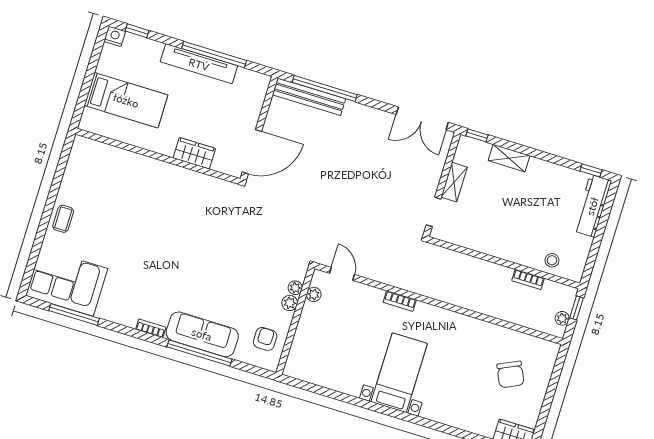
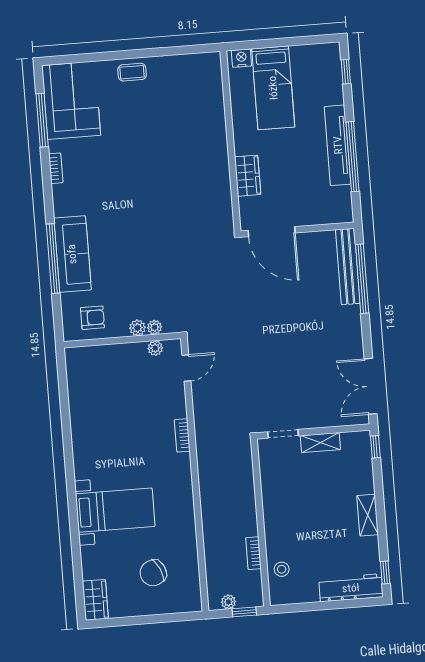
nightstand: (115, 36) -> (241, 58), moved, turned -90
shelving: (509, 158) -> (368, 515), moved
bookcase: (151, 328) -> (56, 168), moved
bed with nightstands: (399, 373) -> (115, 510), moved

